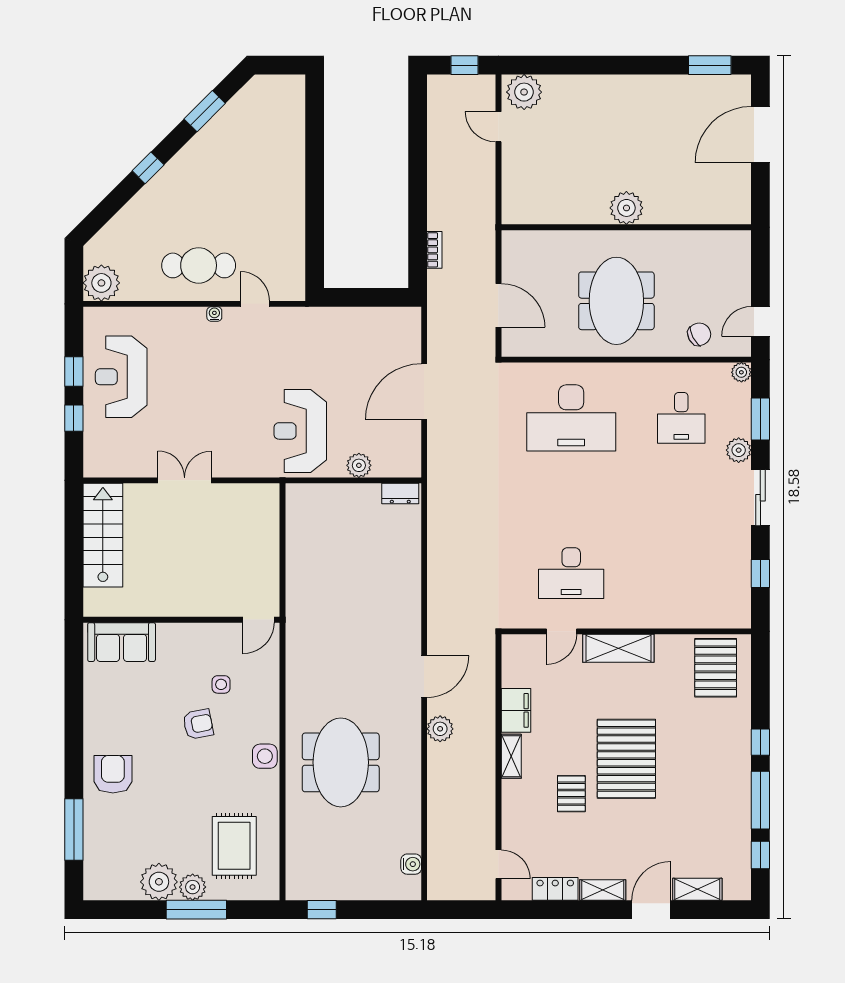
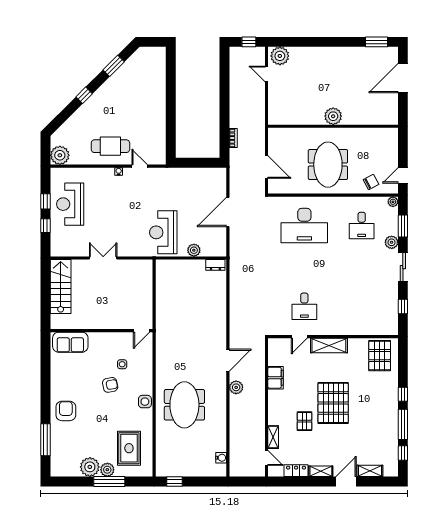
desk: (571, 573) -> (304, 306), width x0.73
shelving: (511, 756) -> (273, 437), moved

